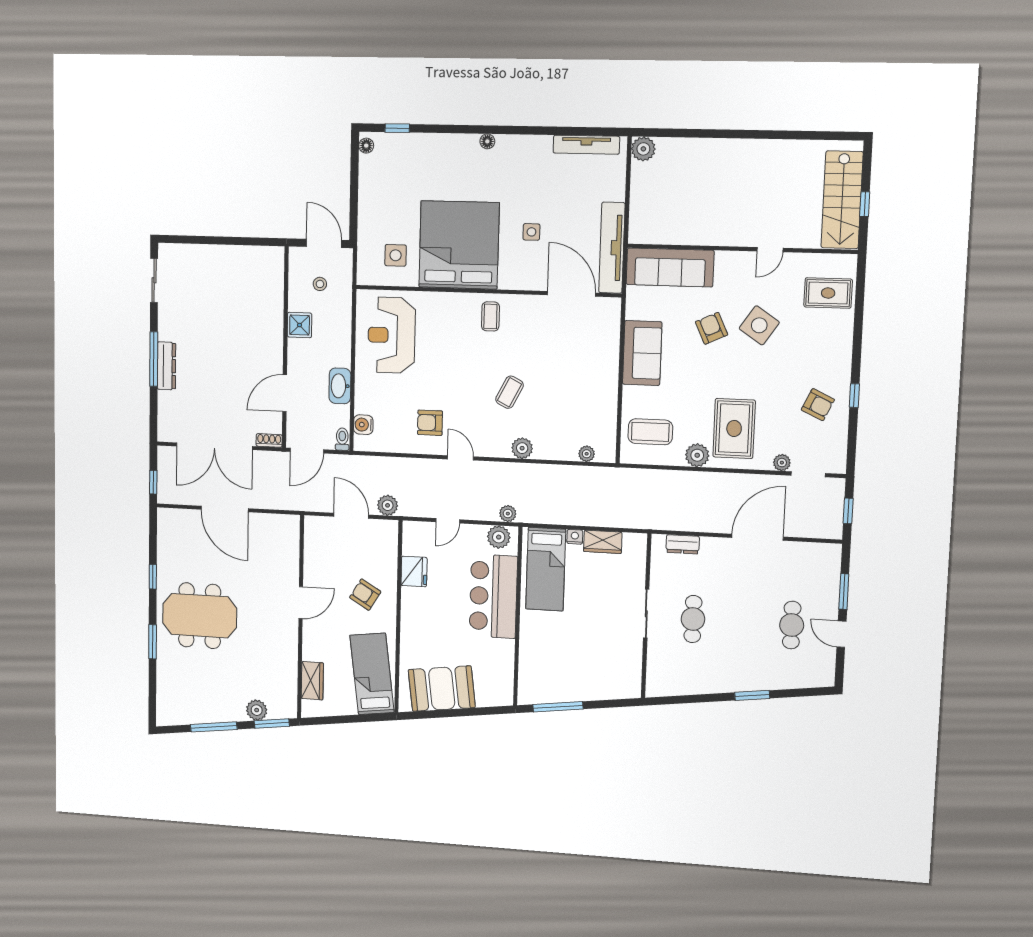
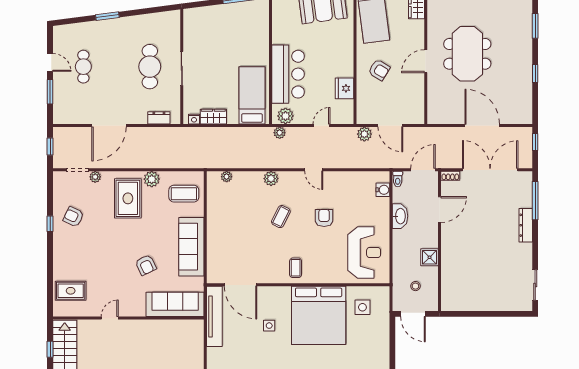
side table: (759, 325) -> (114, 268), removed
sofa: (642, 353) -> (191, 247), width x1.36
window: (154, 359) -> (535, 201), moved
armchair: (430, 423) -> (324, 218), moved, turned -90
nightstand: (575, 537) -> (194, 119), moved
meeting table: (200, 616) -> (467, 54), moved, turned 90
cafe table: (693, 619) -> (150, 67), width x1.37, depth x1.35

